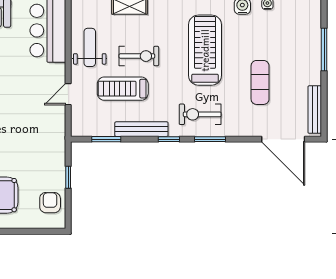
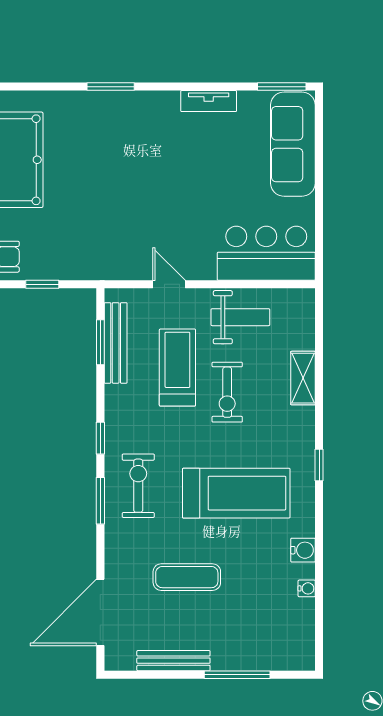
bench: (315, 110) -> (173, 661), moved
bench: (141, 129) -> (116, 343), moved

